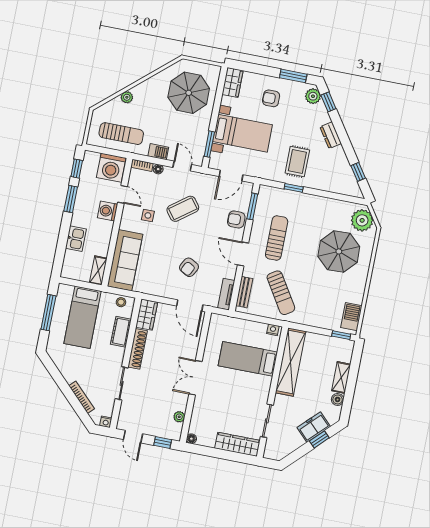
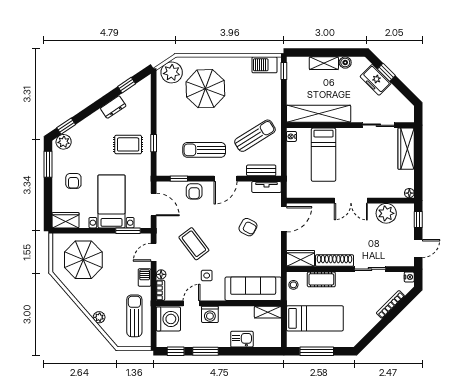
dresser: (331, 135) -> (113, 107), moved
window: (252, 206) -> (179, 179), width x0.67
plant: (179, 417) -> (386, 213), width x1.88, depth x1.88

